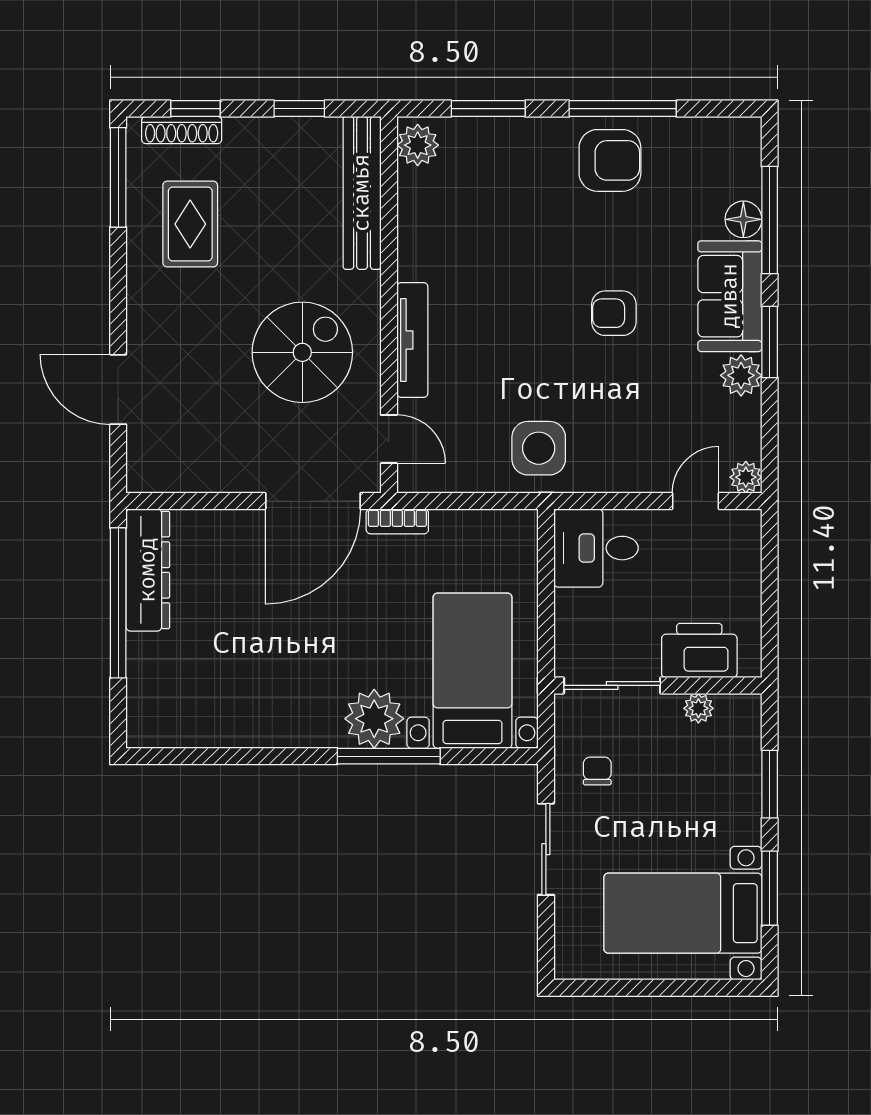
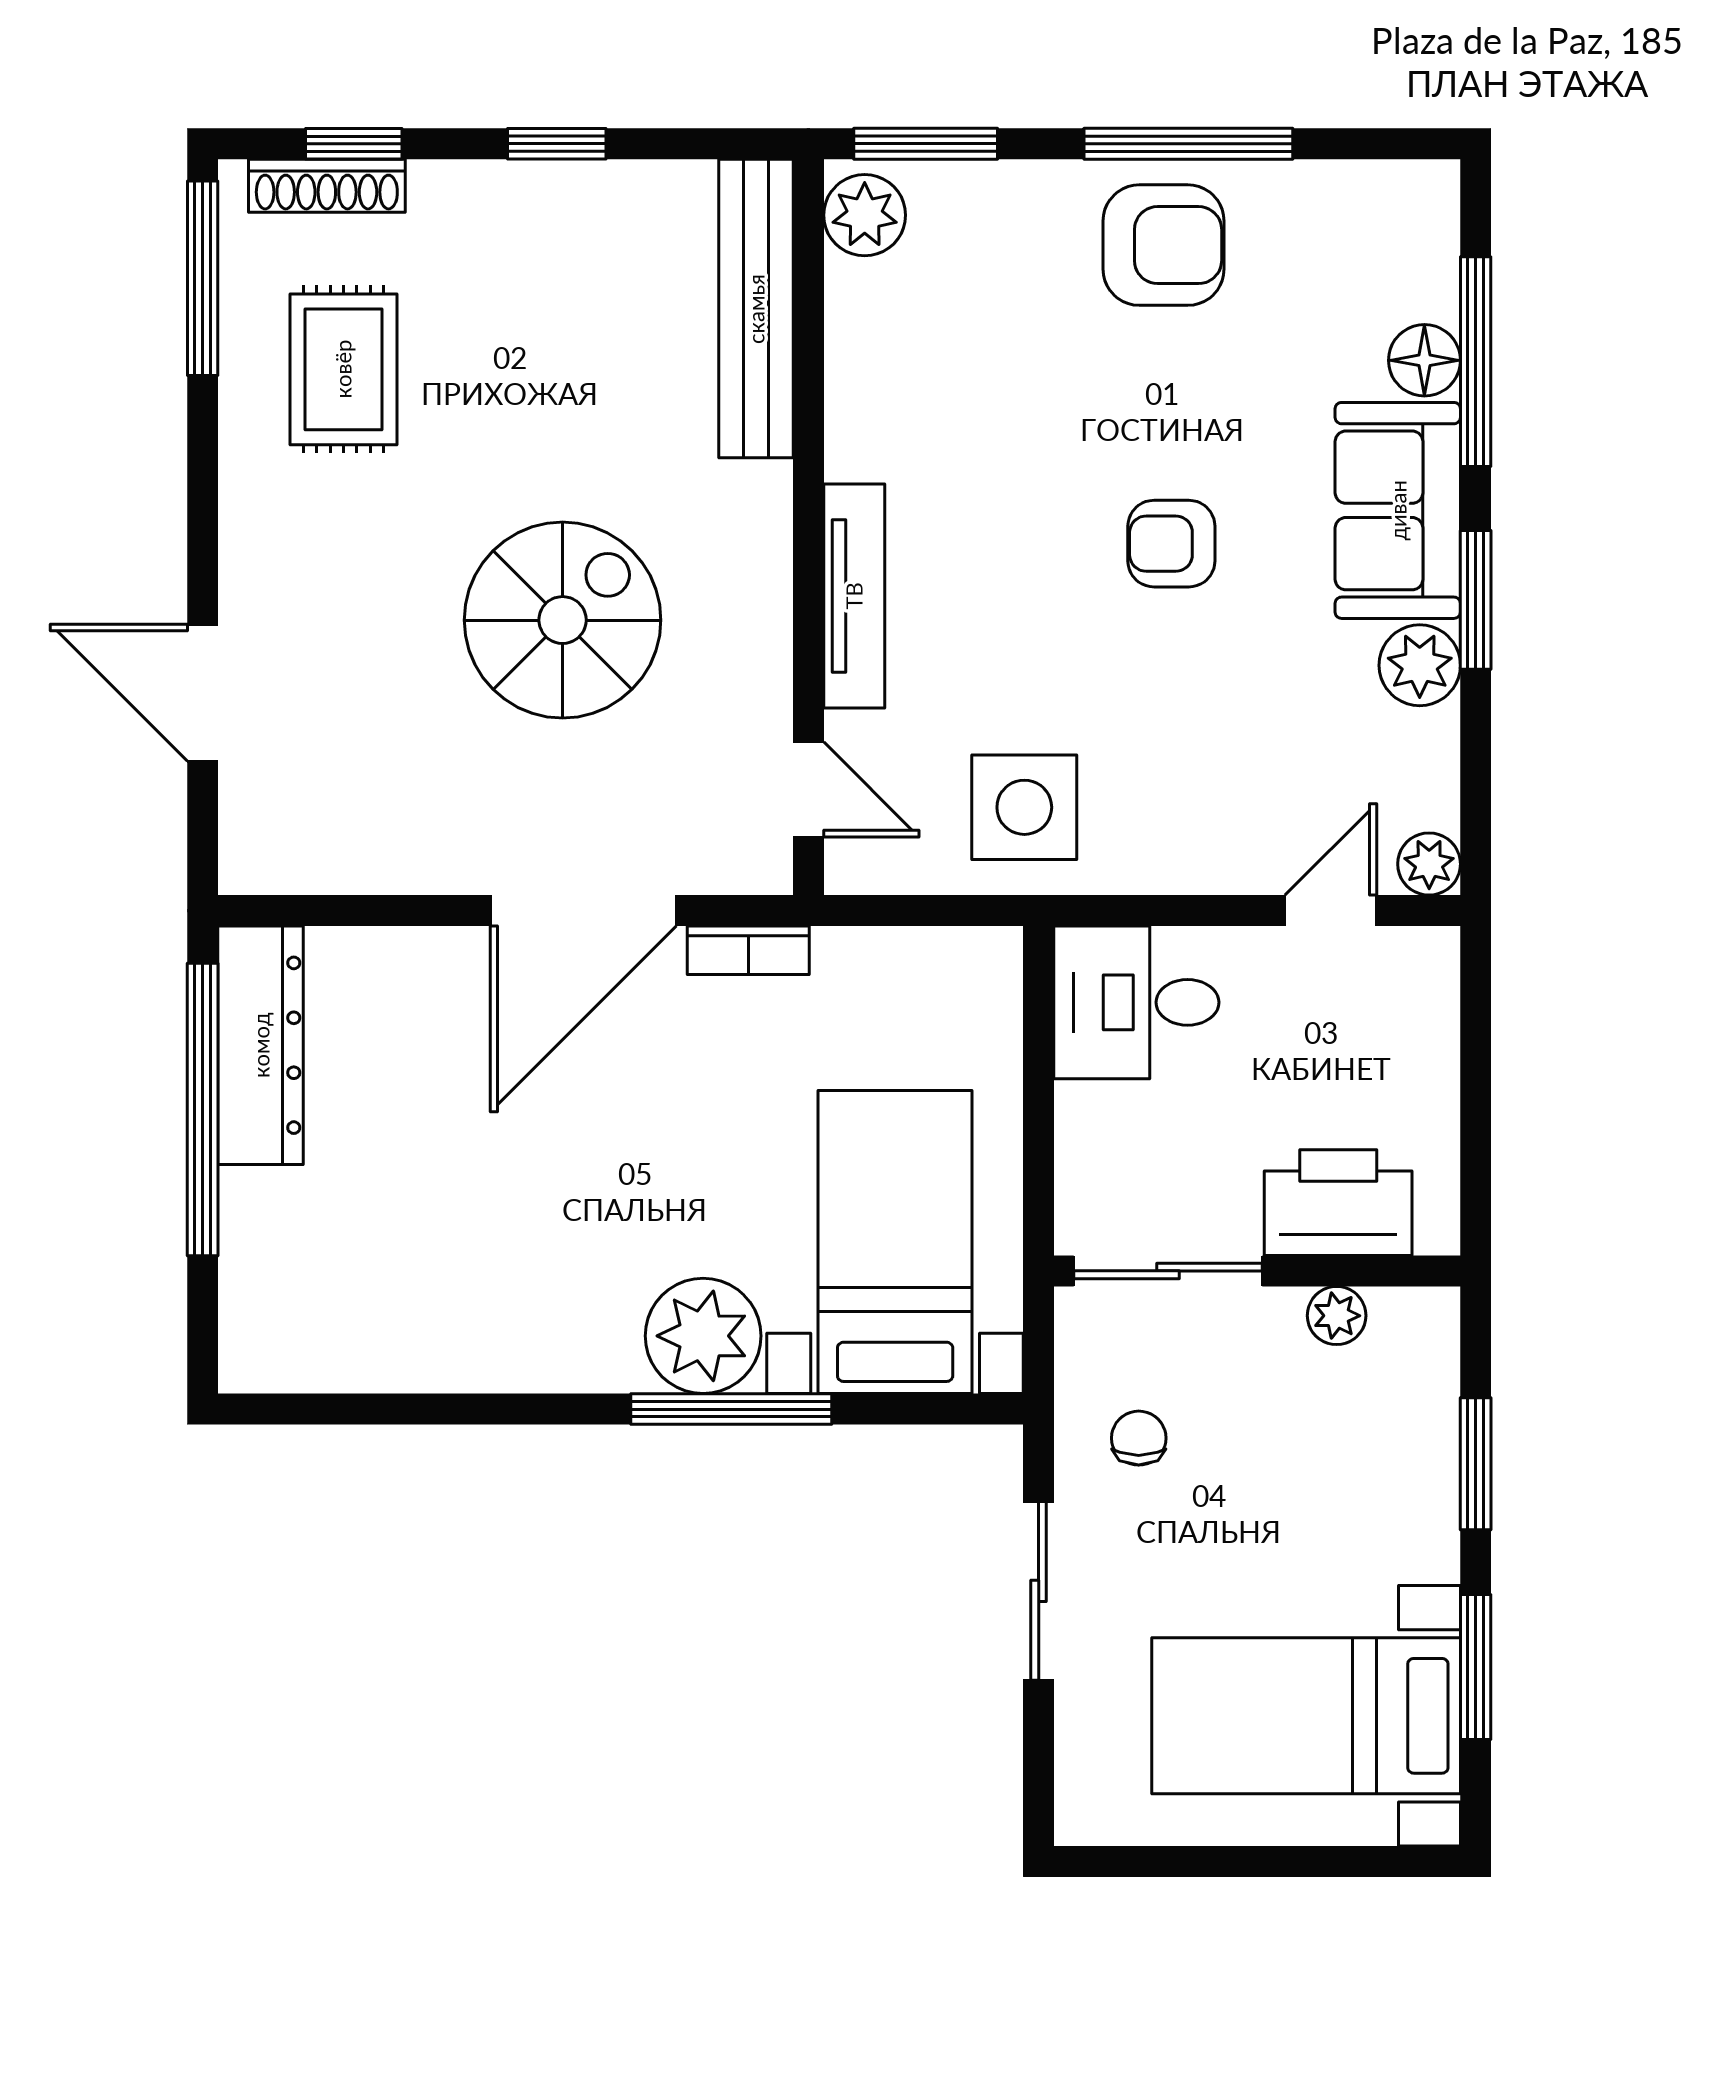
plant: (418, 145) -> (865, 215), moved
bench: (362, 193) -> (756, 309), moved
wall: (389, 305) -> (808, 527), moved
tv unit: (412, 340) -> (854, 596), moved
door: (389, 439) -> (808, 789), moved

